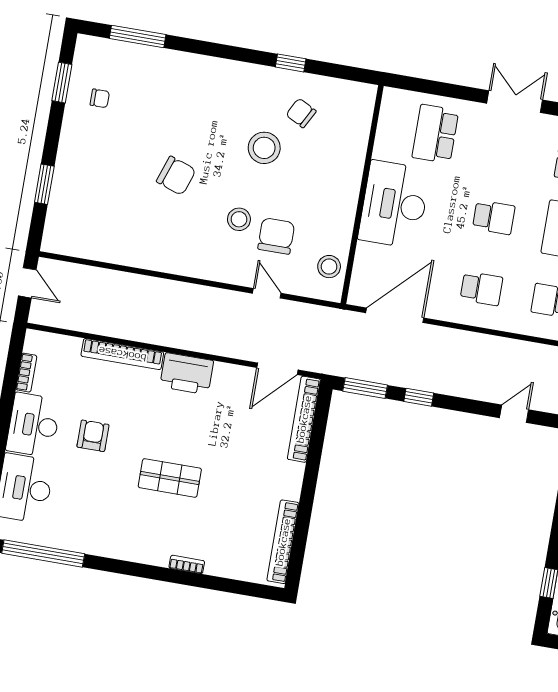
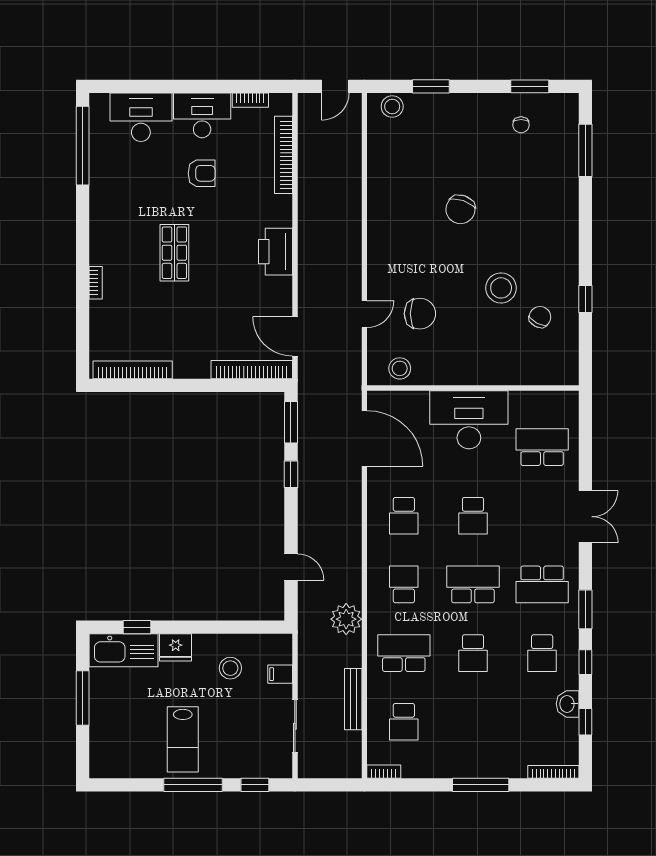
stool: (239, 219) -> (392, 106), moved
bookcase: (122, 354) -> (283, 155), moved

